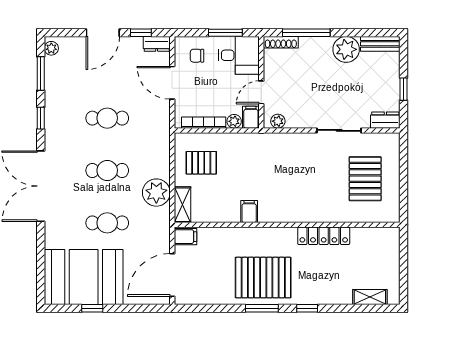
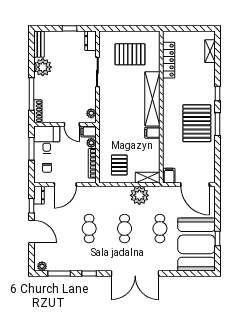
shelving: (299, 212) -> (152, 99), added
locker: (324, 236) -> (169, 60), moved

